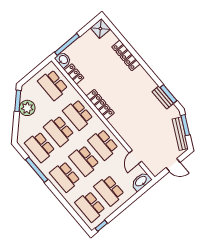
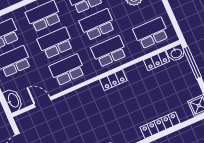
locker: (100, 105) -> (113, 80), width x0.66

